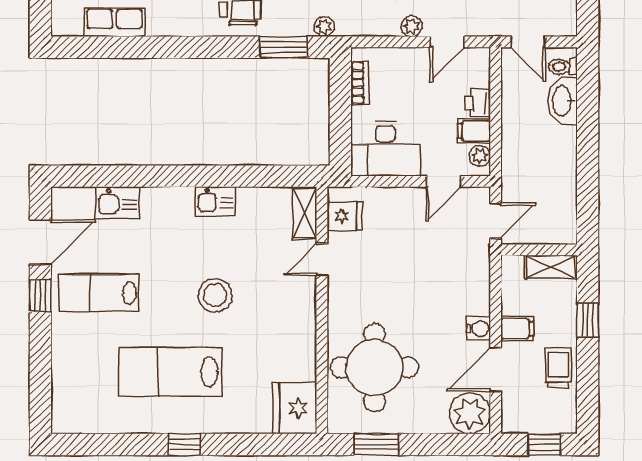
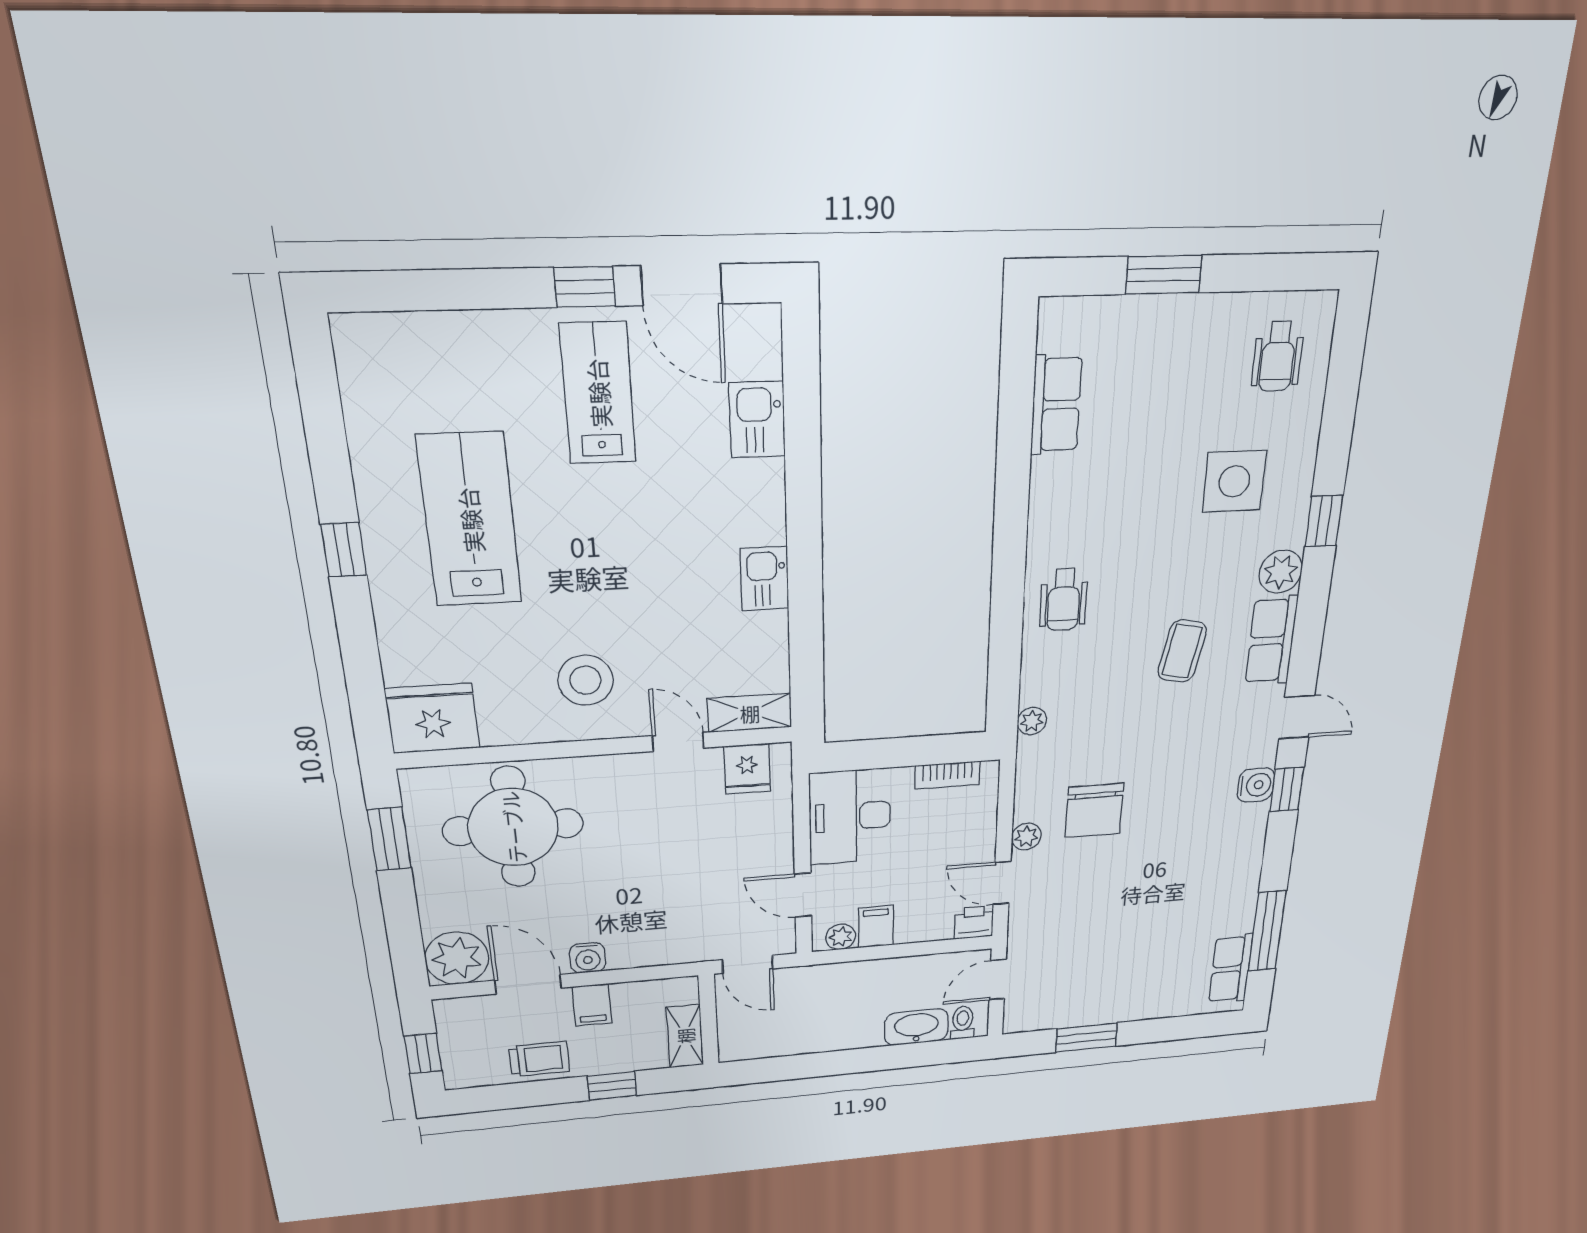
window: (283, 47) -> (1004, 666), removed
printer: (478, 103) -> (974, 922), moved
stool: (215, 295) -> (586, 680), moved

